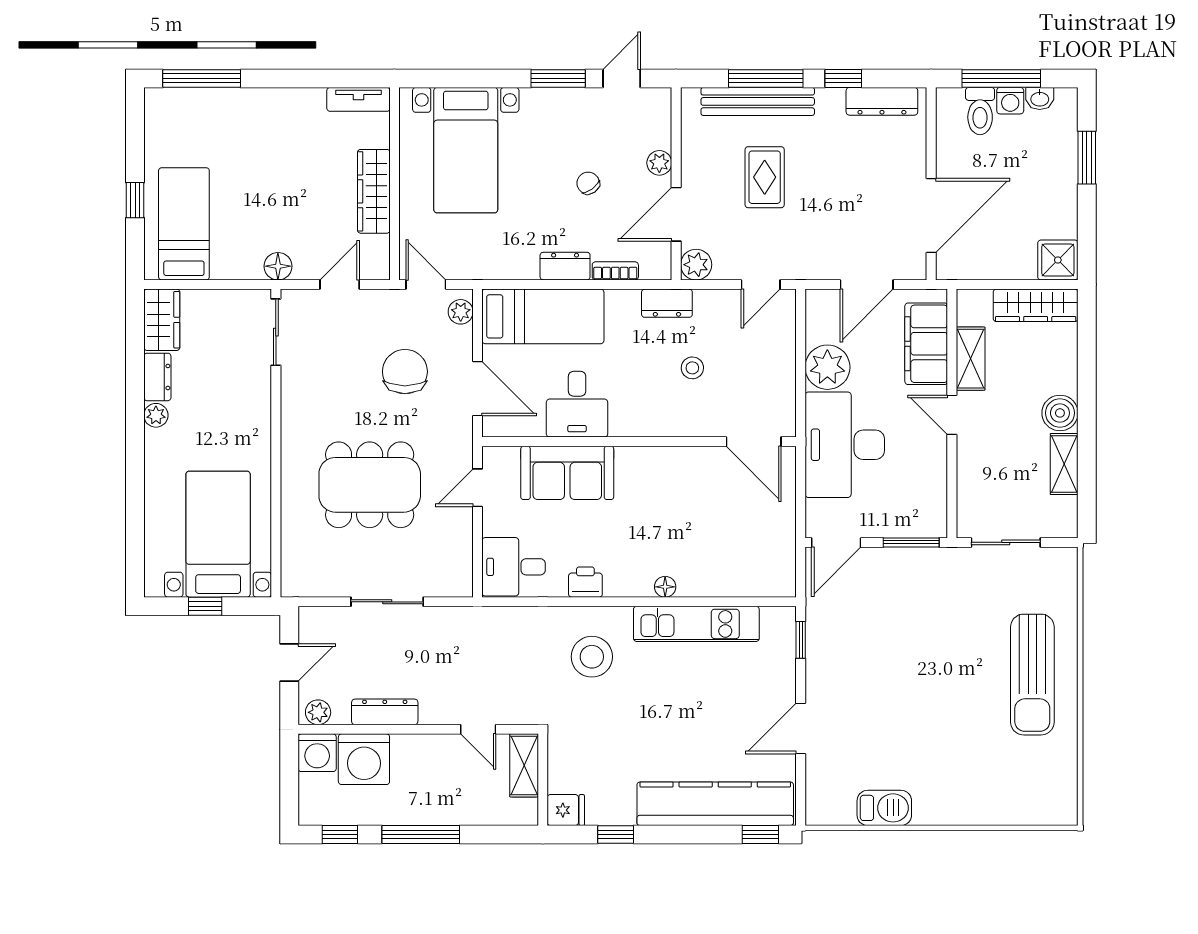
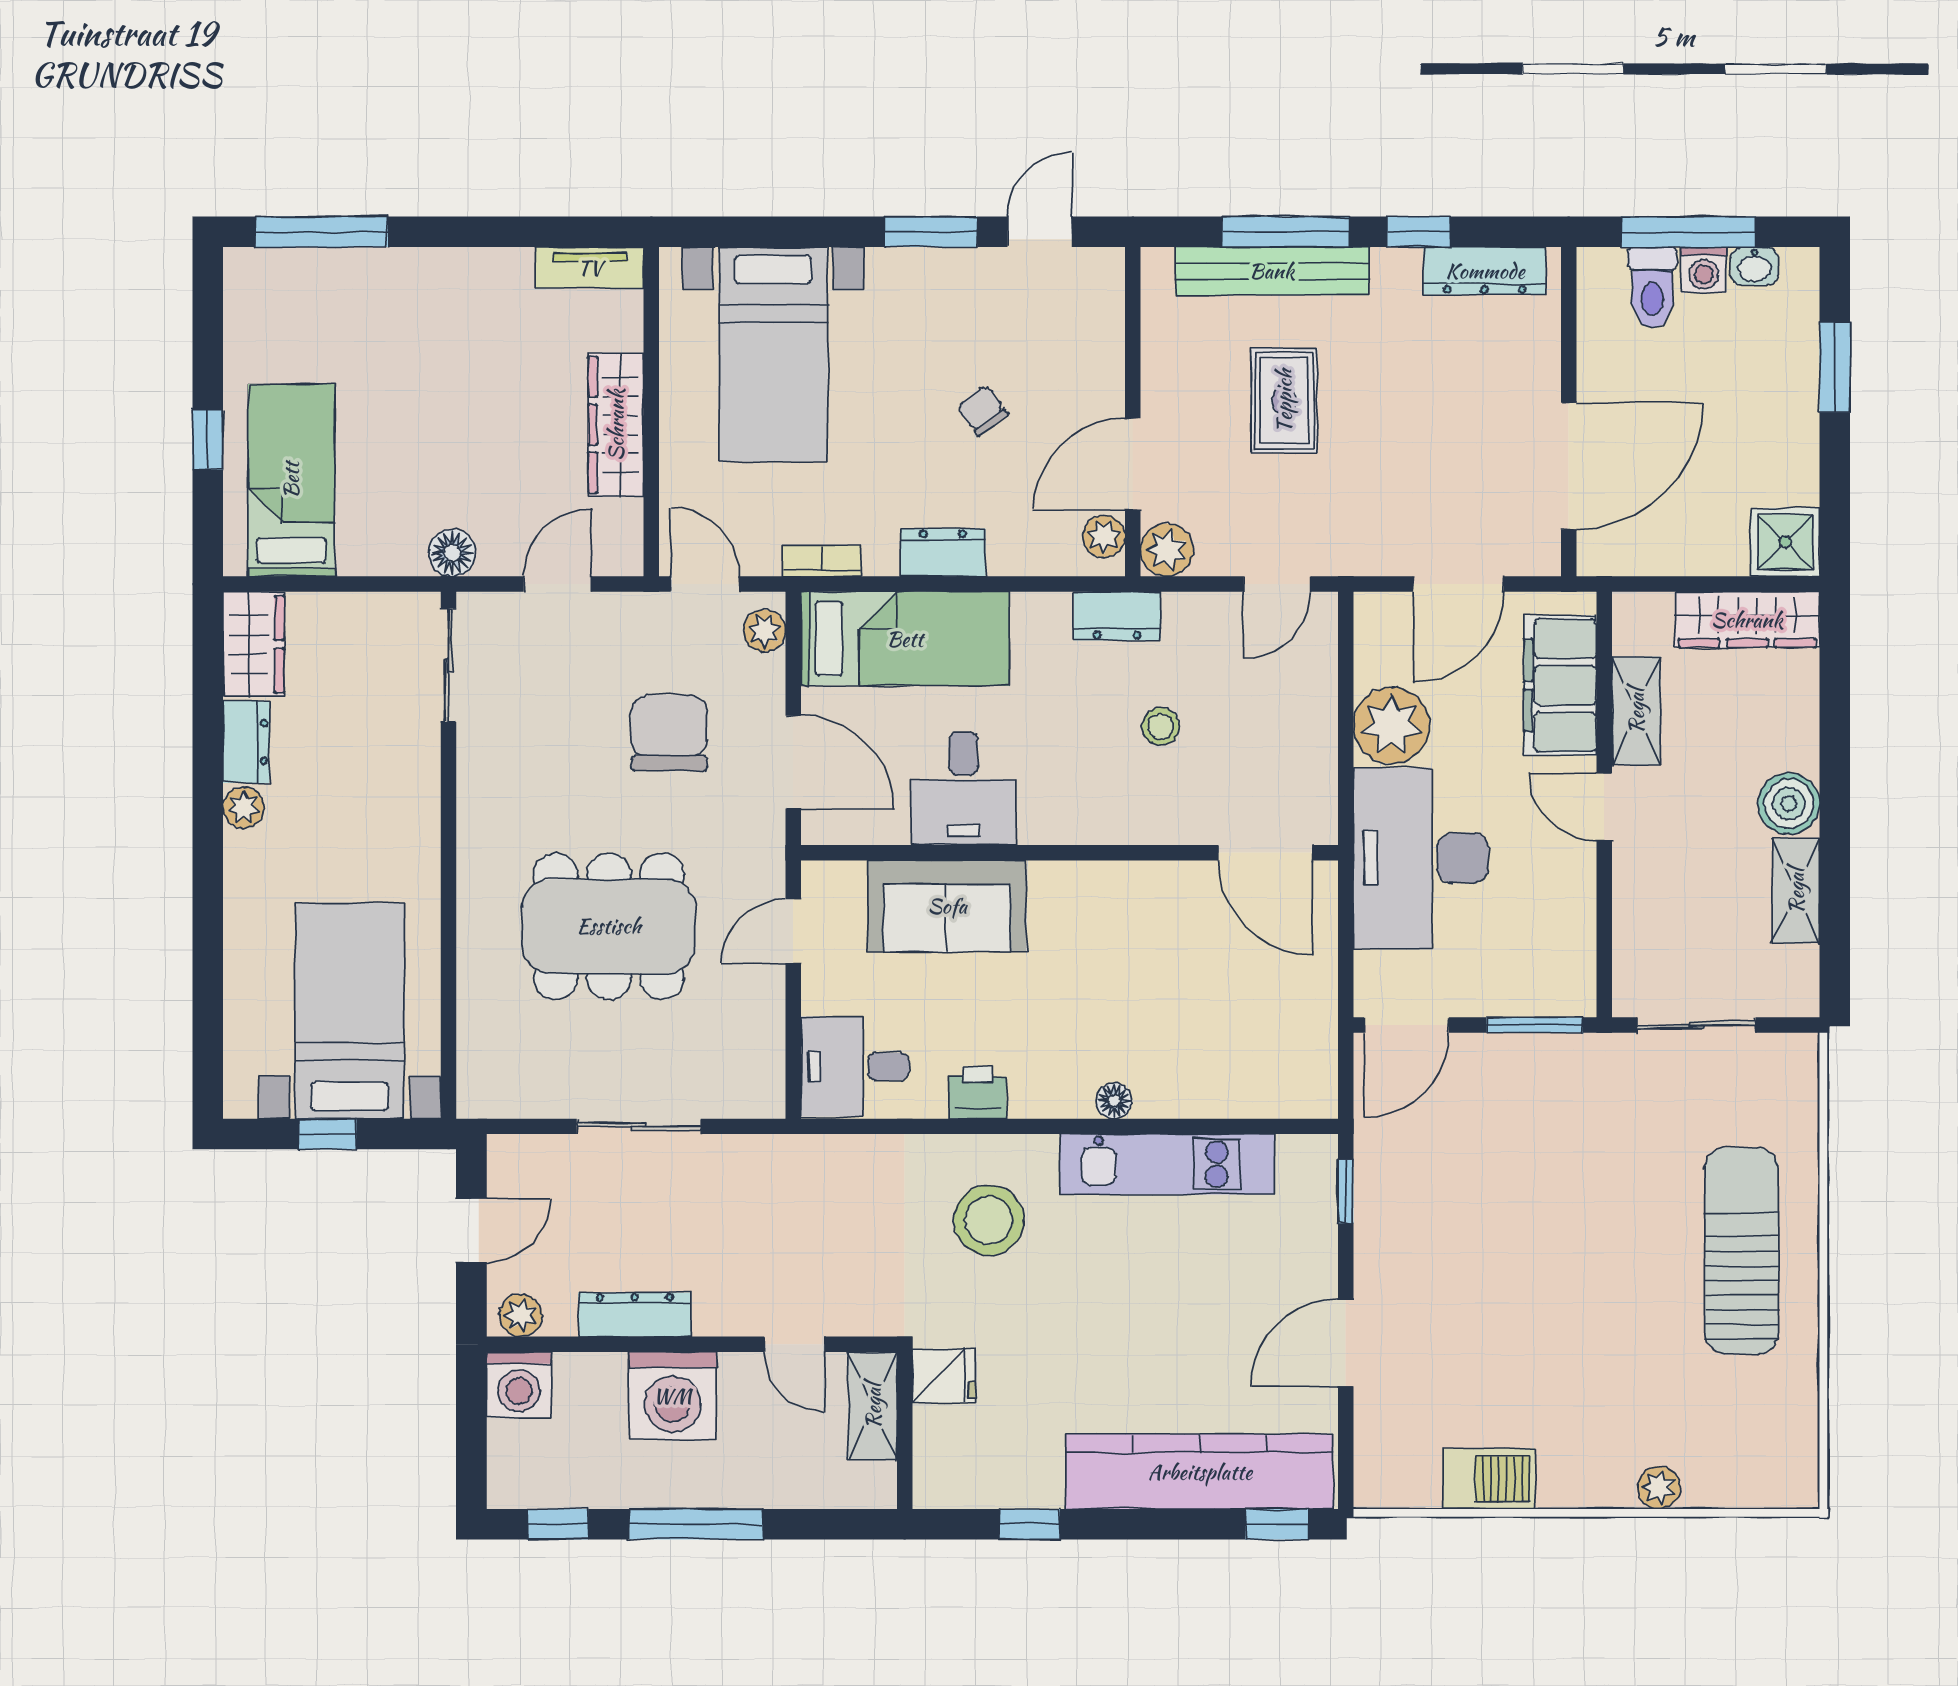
plant: (659, 163) -> (1104, 537), moved
bookcase: (615, 271) -> (822, 561), moved
sun lounger: (1032, 675) -> (1742, 1251), turned 180
washing machine: (364, 759) -> (672, 1396), moved
fridge: (566, 810) -> (944, 1376), moved
plant: (984, 813) -> (1659, 1488), added

